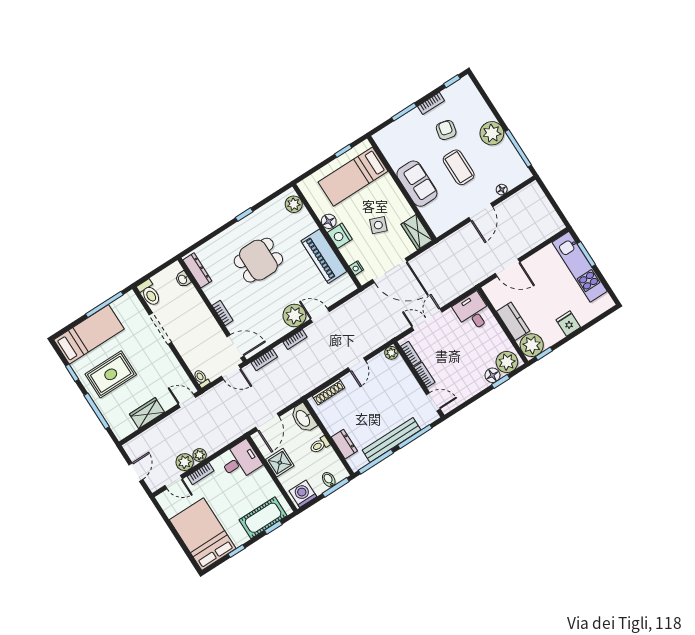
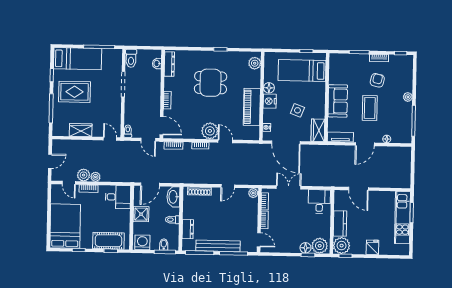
plant: (492, 133) -> (408, 97), width x0.53, depth x0.53
tv unit: (448, 223) -> (340, 137), added

